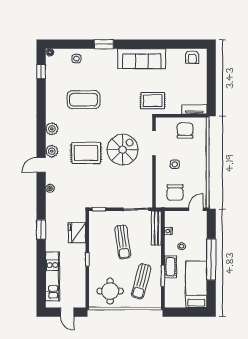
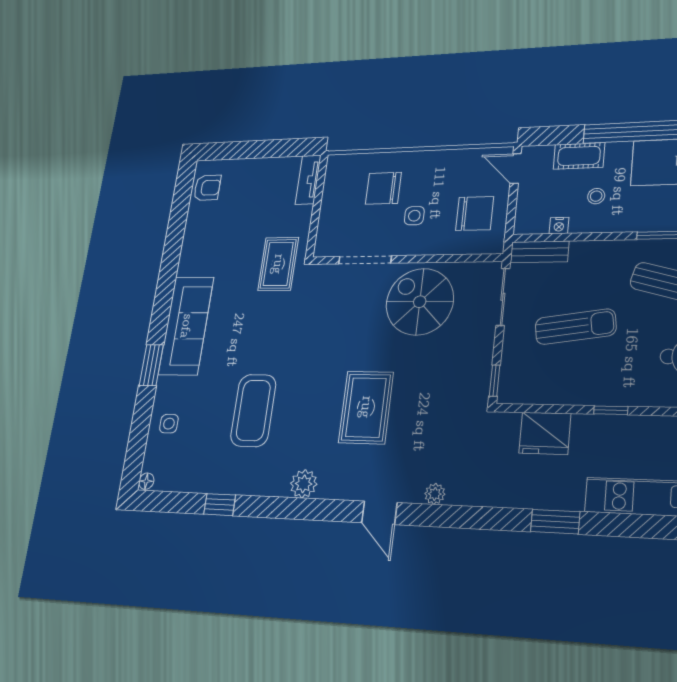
sofa: (142, 59) -> (186, 326), moved
window: (41, 72) -> (220, 505), moved
chair: (185, 131) -> (383, 188), moved
spiral stairs: (123, 150) -> (420, 302), moved
plant: (52, 151) -> (352, 486), removed
bench: (156, 228) -> (539, 252), width x0.73
window: (41, 230) -> (555, 522), moved
cot: (170, 267) -> (579, 156), moved

